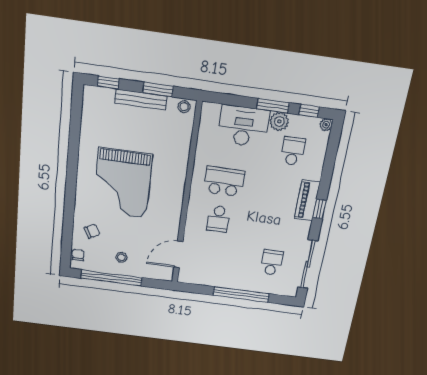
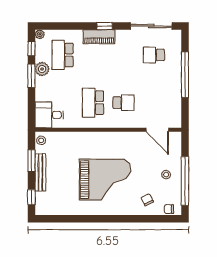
desk: (243, 126) -> (49, 115), moved, width x0.73
school desk: (293, 151) -> (63, 55), width x1.85

